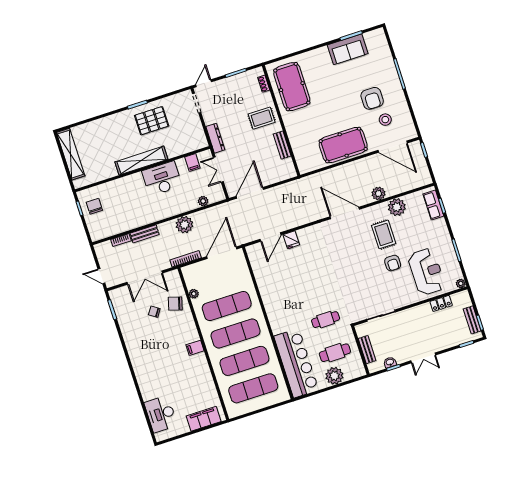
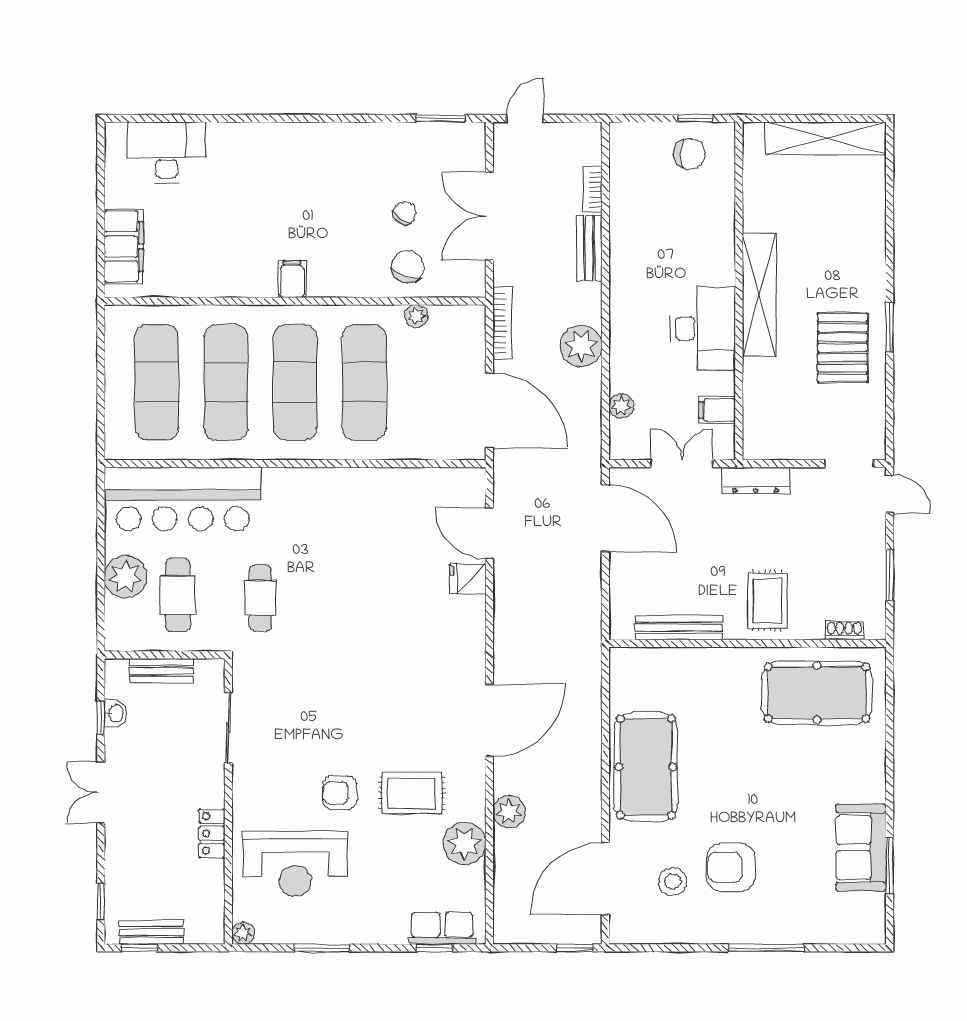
bench: (282, 145) -> (679, 628), width x1.36
locker: (441, 303) -> (212, 833), moved

